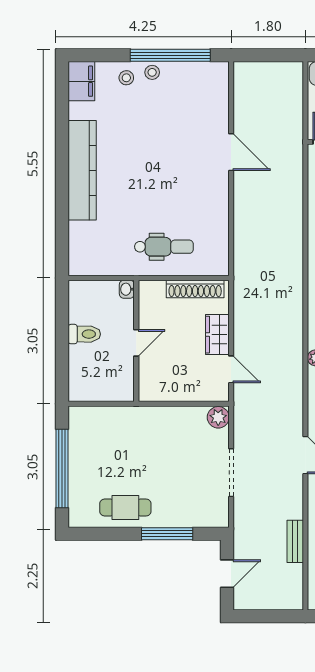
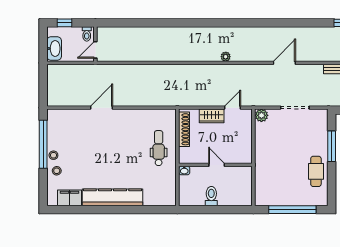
filing cabinet: (81, 81) -> (69, 198), moved

